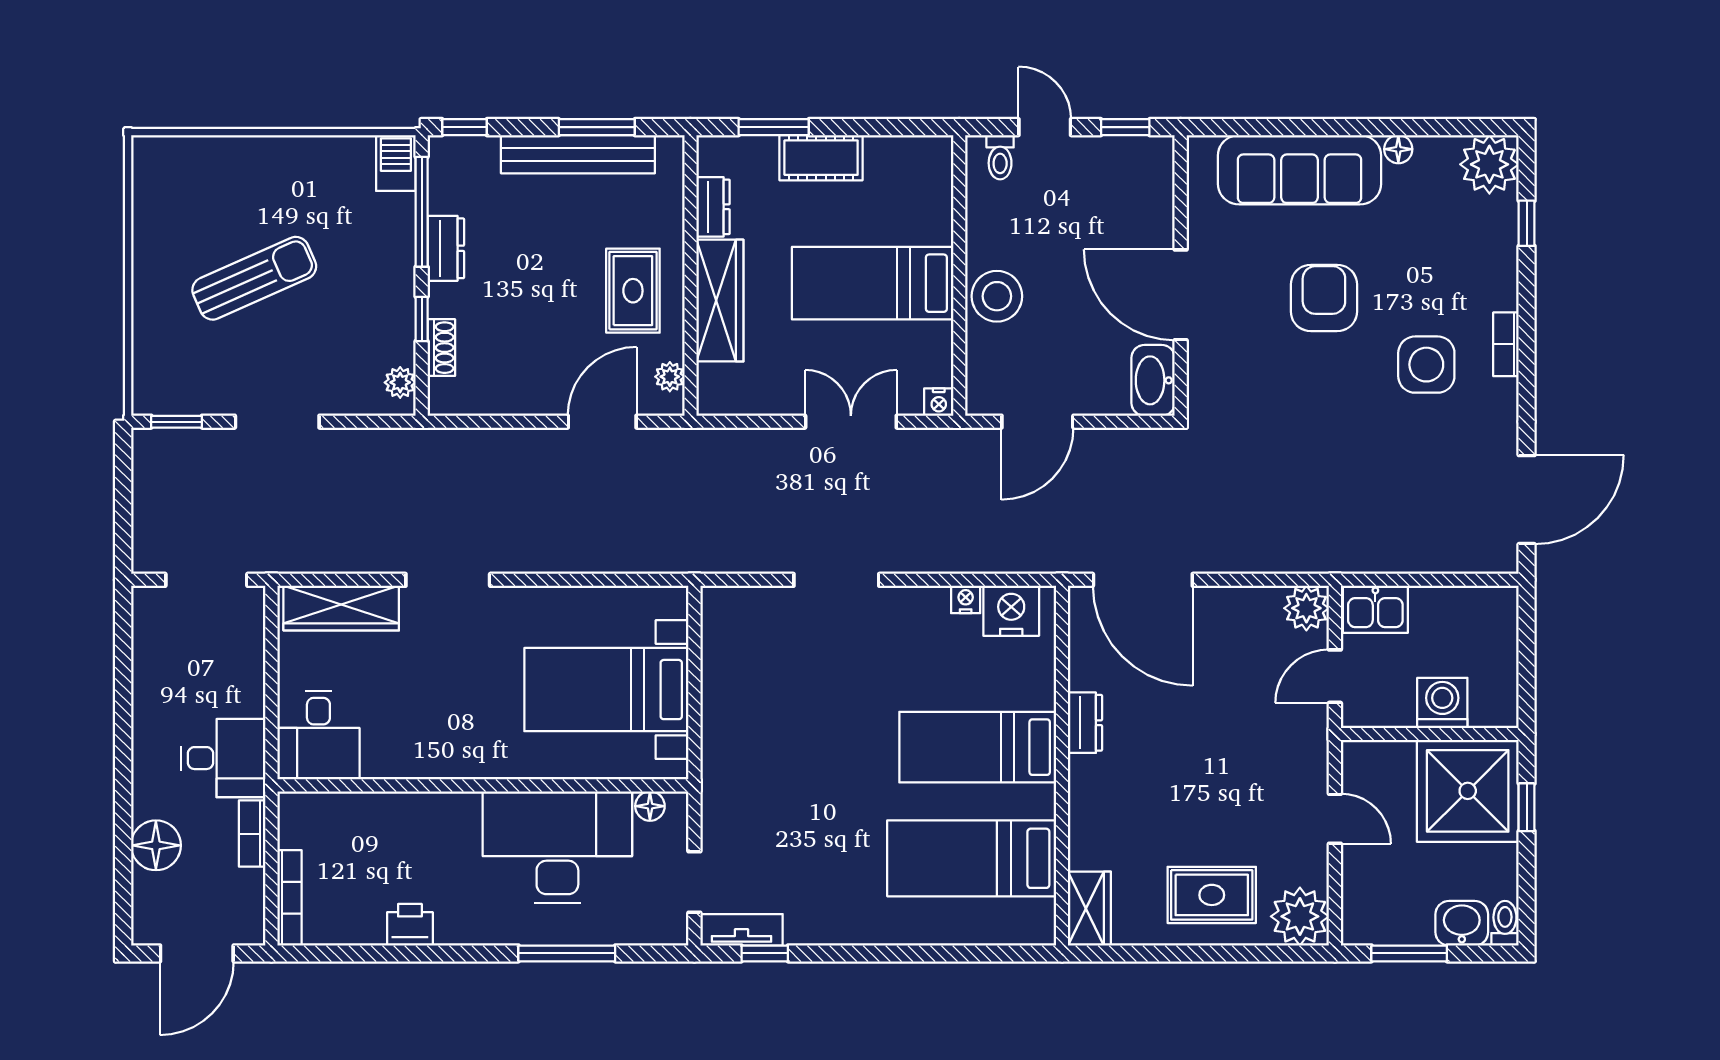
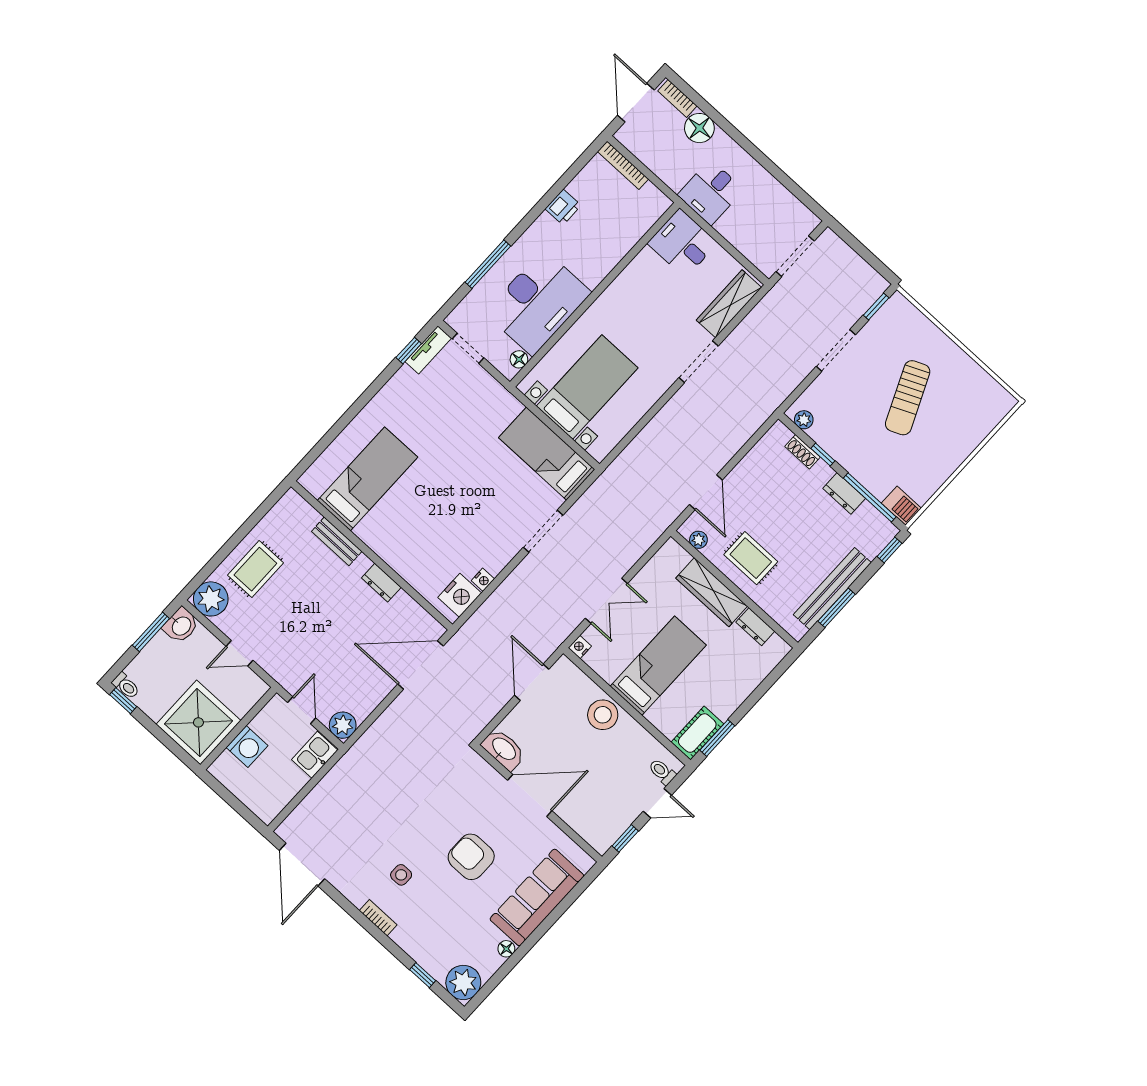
window: (774, 127) -> (717, 738), moved
cot: (821, 158) -> (697, 733), moved
armchair: (1324, 298) -> (471, 857), turned 180
side table: (1426, 365) -> (401, 875), width x0.54, depth x0.54
bed: (978, 747) -> (547, 454), moved, turned -90
window: (1527, 807) -> (123, 701), moved
bench: (1084, 825) -> (337, 541), added
bookcase: (252, 834) -> (677, 98), moved, turned 180
wardrobe: (1089, 909) -> (298, 510), removed
washbasin: (1462, 923) -> (181, 626), moved

